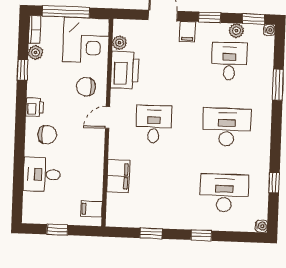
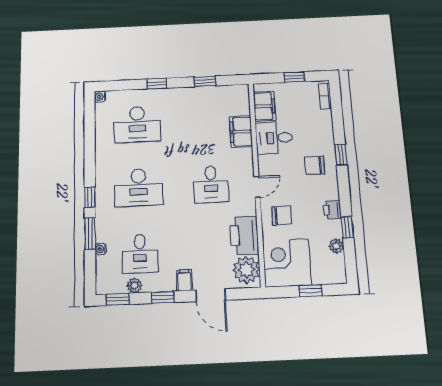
window: (66, 12) -> (310, 291), width x0.46
bookcase: (35, 30) -> (325, 96), moved
water cooler: (269, 30) -> (101, 249), moved
plant: (120, 43) -> (246, 270), width x1.88, depth x1.88
printer: (35, 107) -> (332, 210), moved
window: (20, 143) -> (341, 155), added
desk: (42, 174) -> (274, 138), moved, turned 180
window: (274, 183) -> (90, 197), moved
filing cabinet: (91, 209) -> (264, 106), width x2.00

